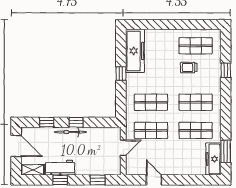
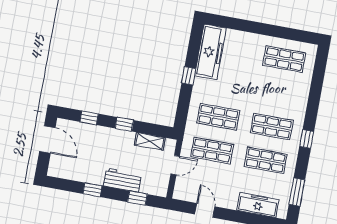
trolley: (189, 67) -> (271, 83), removed
window: (226, 70) -> (307, 139), moved
bicycle: (70, 132) -> (115, 135), removed
freezer: (213, 159) -> (258, 205), moved, turned 90
workbench: (60, 168) -> (122, 180), moved
shelving: (33, 170) -> (150, 141), moved

